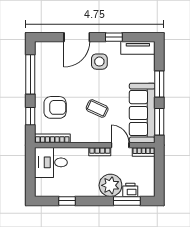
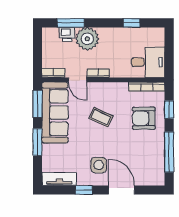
door: (77, 37) -> (122, 190), hinge flipped

